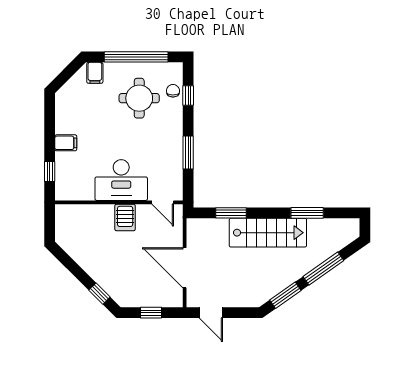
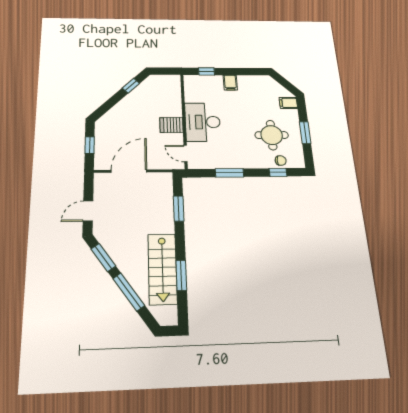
window: (136, 57) -> (305, 133), width x0.47
door: (163, 202) -> (185, 154), hinge flipped
stairs: (268, 233) -> (162, 269), moved
window: (99, 294) -> (131, 86), moved
door: (211, 313) -> (88, 211), moved

